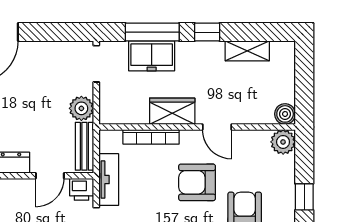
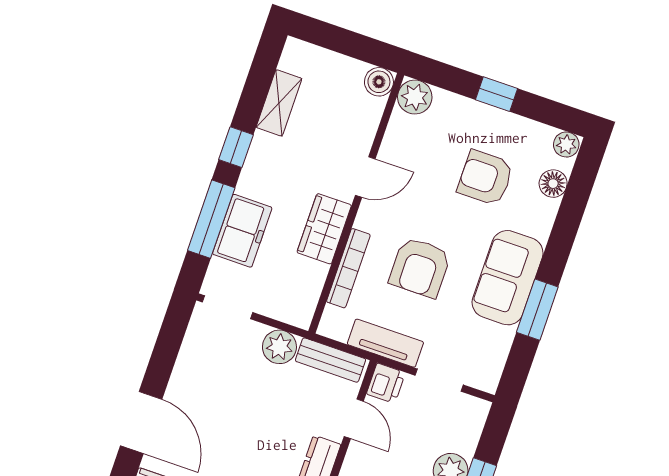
armchair: (197, 182) -> (420, 267), moved

